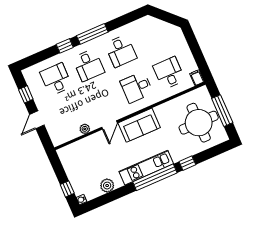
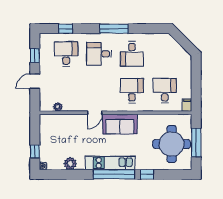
window: (65, 46) -> (66, 29), moved
desk: (88, 65) -> (99, 54), turned 90
desk: (137, 87) -> (132, 91), turned 90
plant: (85, 129) -> (58, 107), moved

